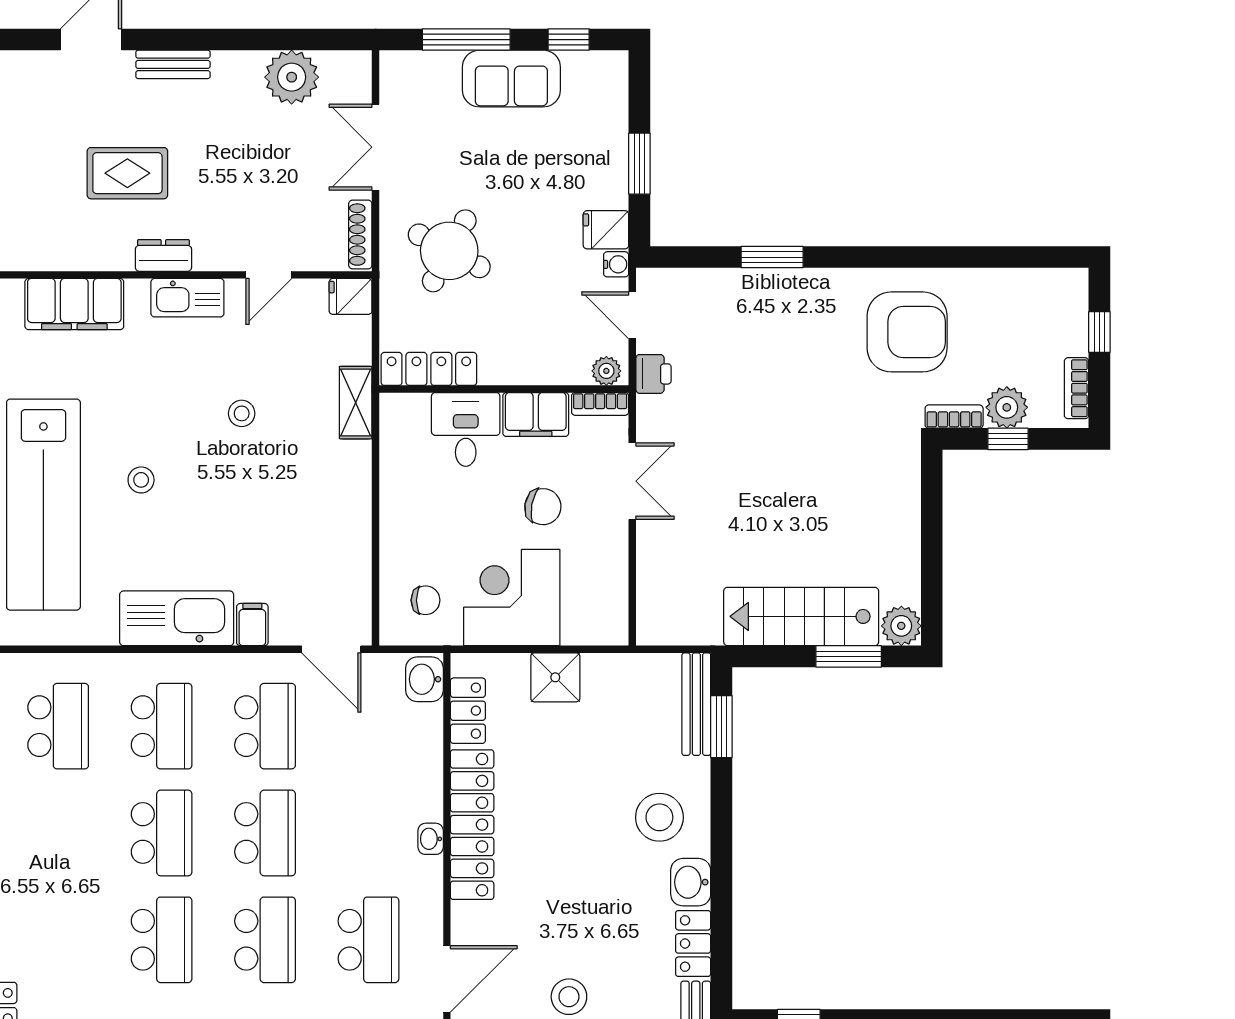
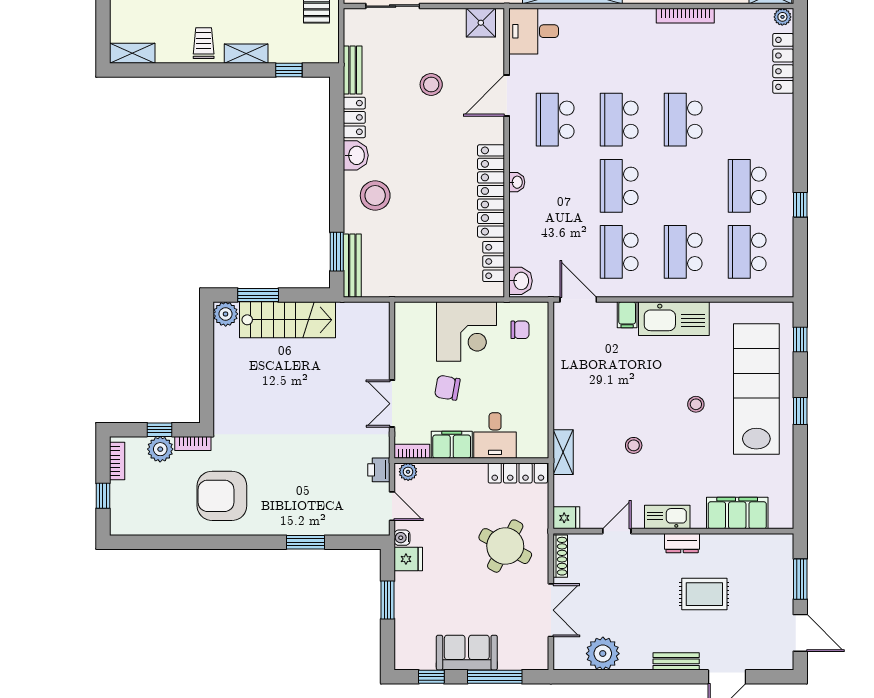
chair: (426, 600) -> (520, 330), turned 180
shower: (555, 677) -> (440, 282), removed
school desk: (162, 833) -> (747, 186), moved

